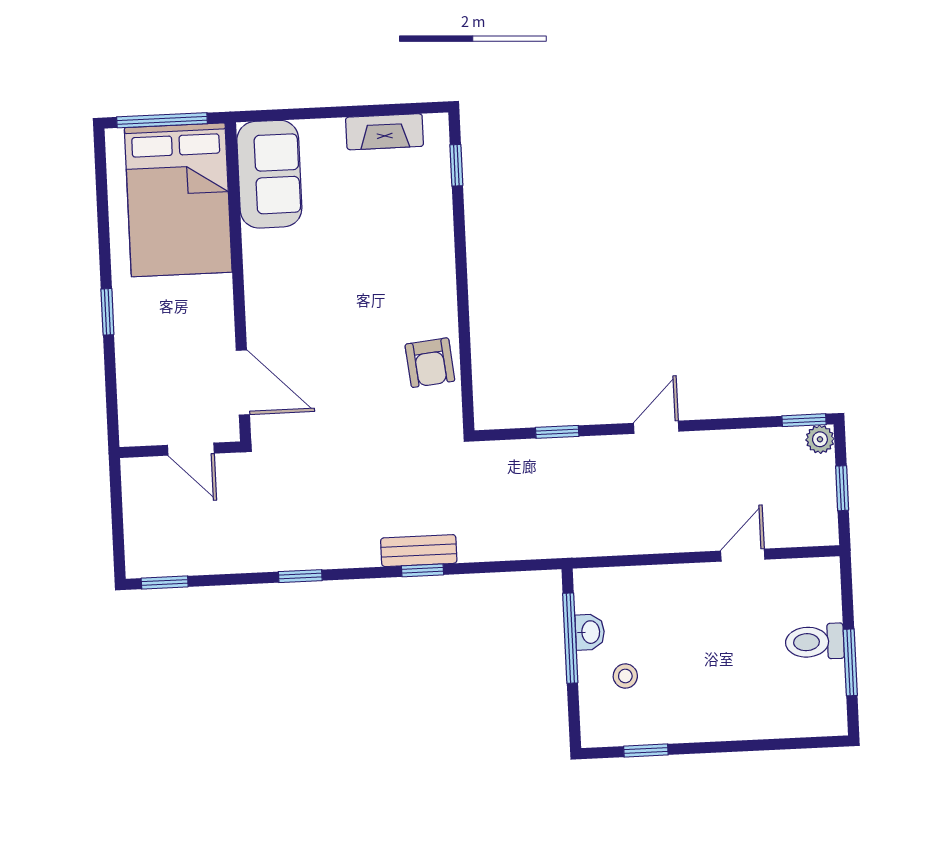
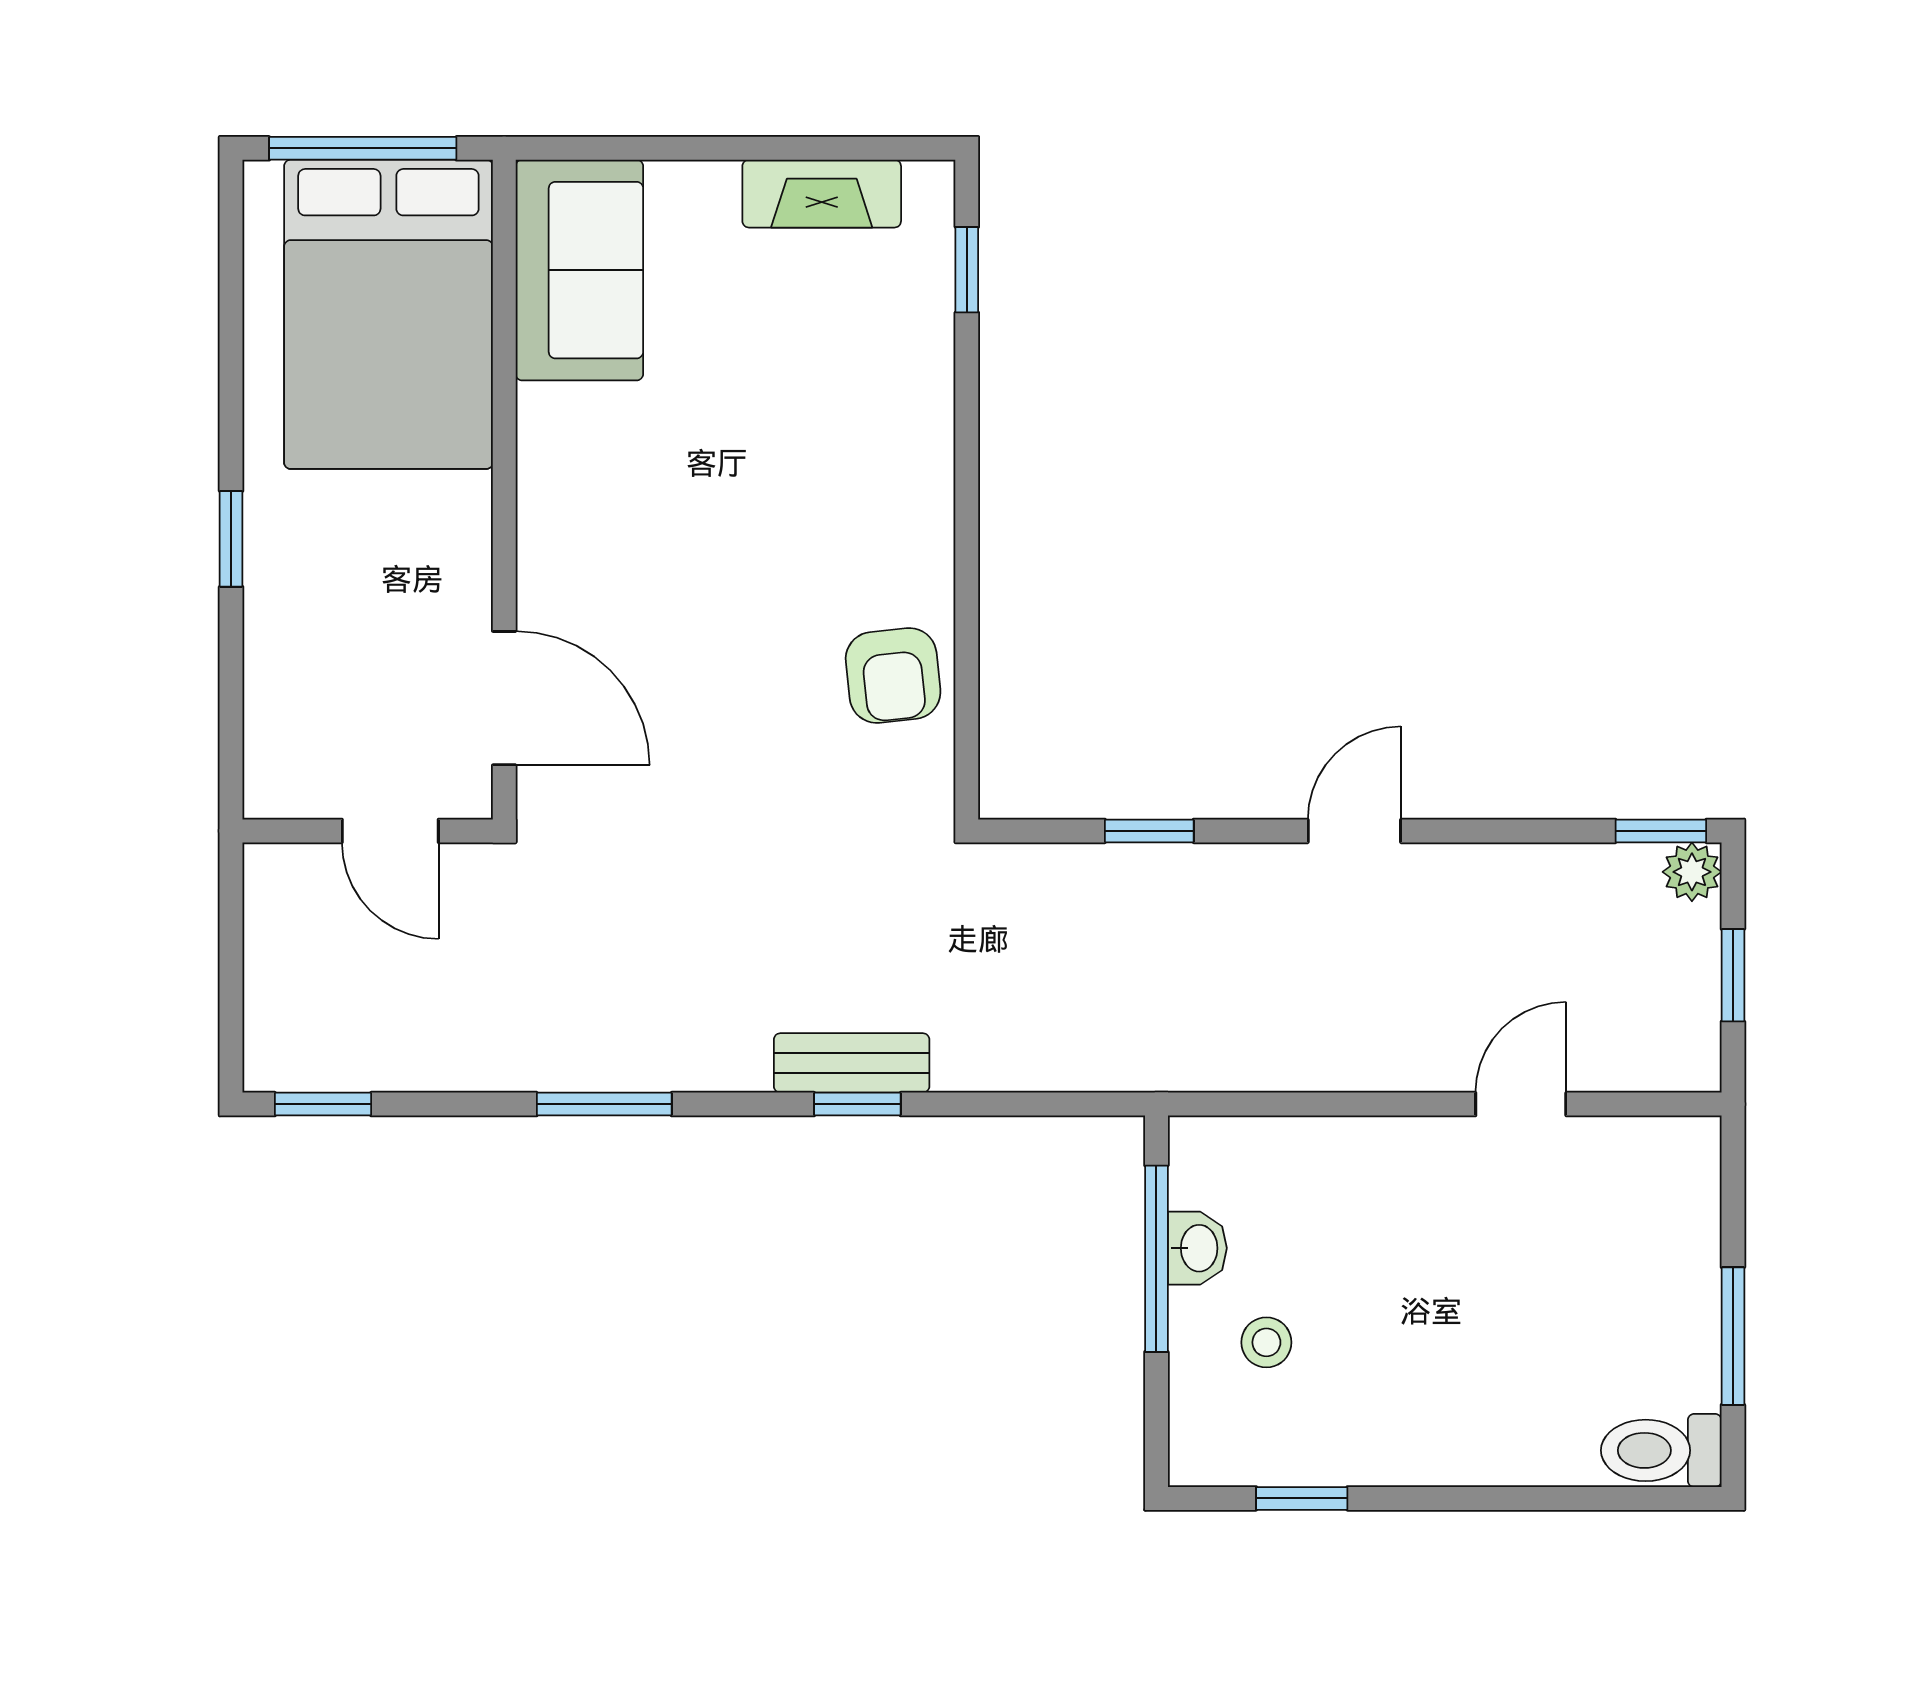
window: (300, 576) -> (604, 1104), width x1.50
toilet: (815, 642) -> (1661, 1450), moved

